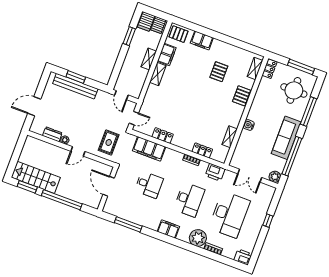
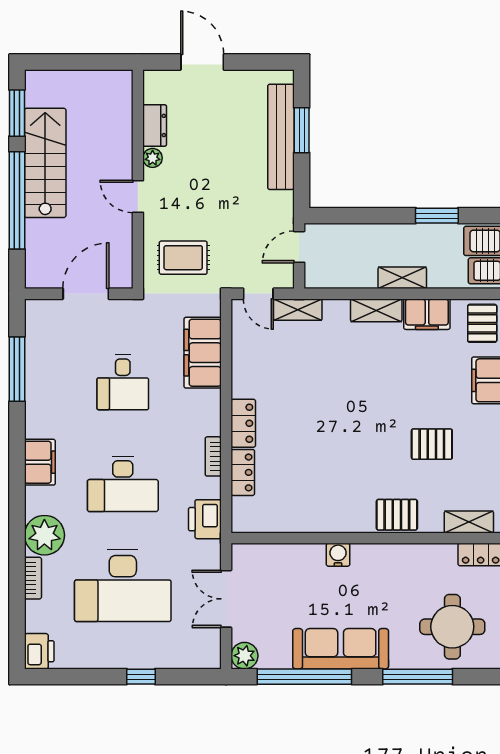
locker: (163, 136) -> (243, 423), moved
shelving: (230, 137) -> (298, 310), moved
stairs: (36, 177) -> (45, 163), moved

